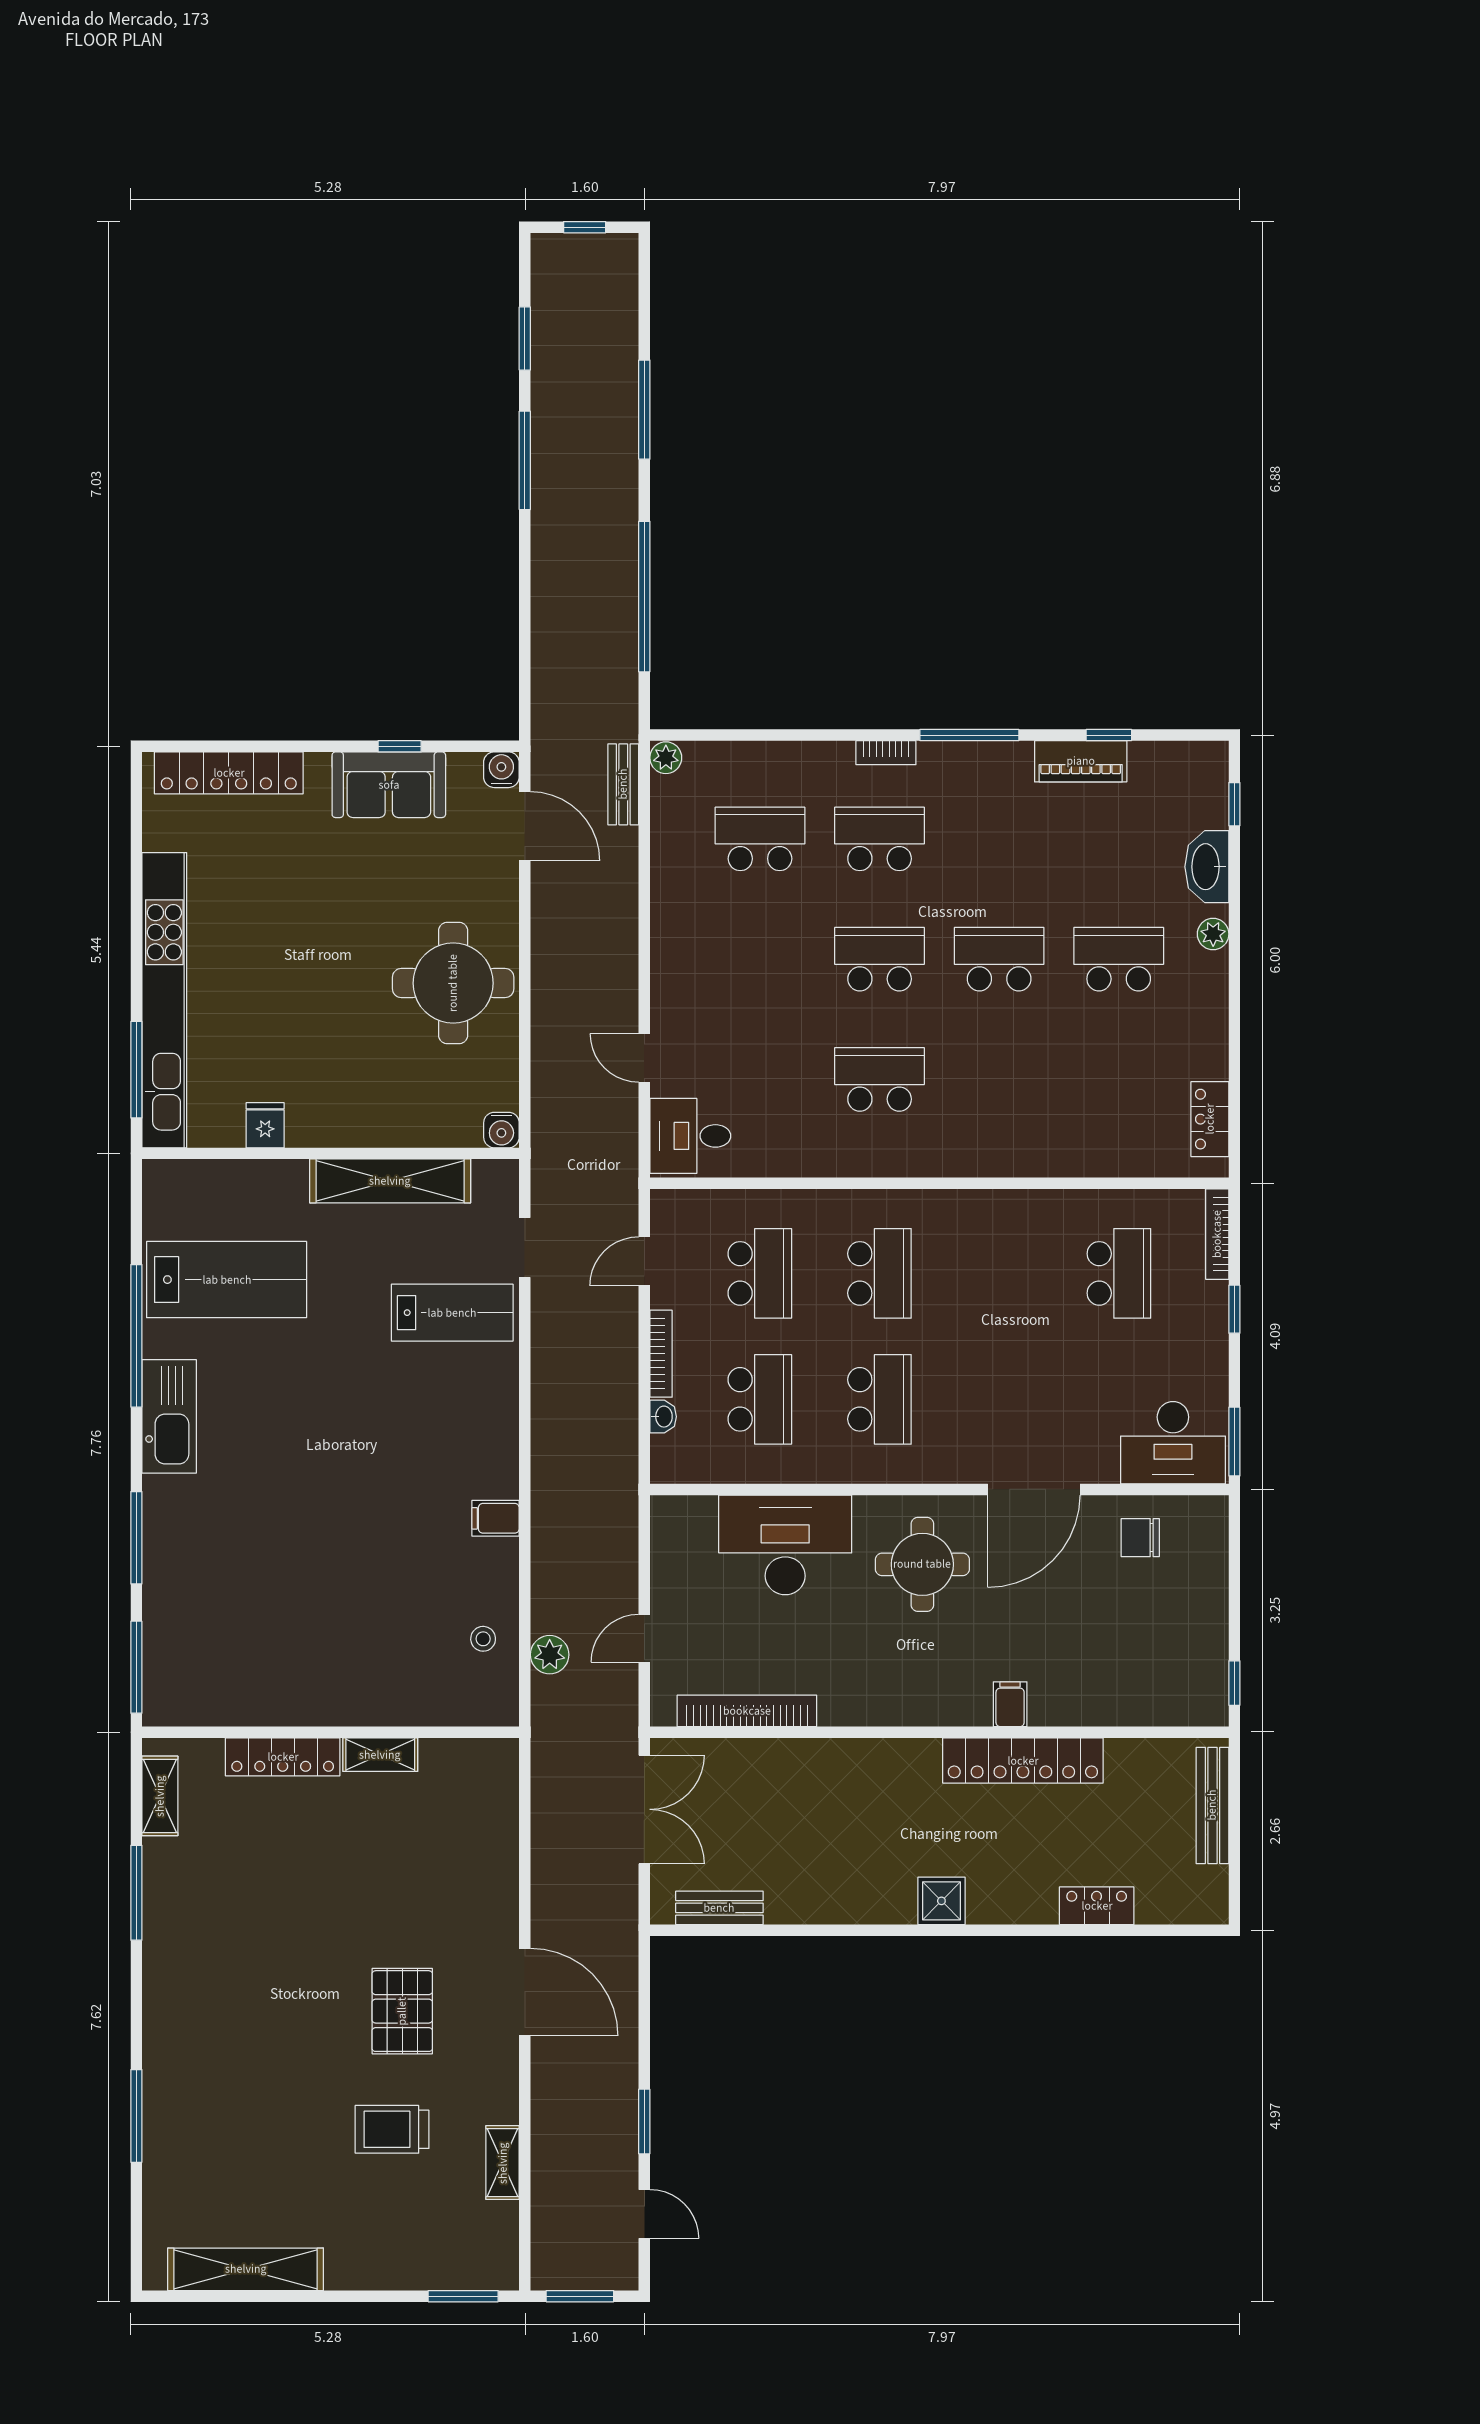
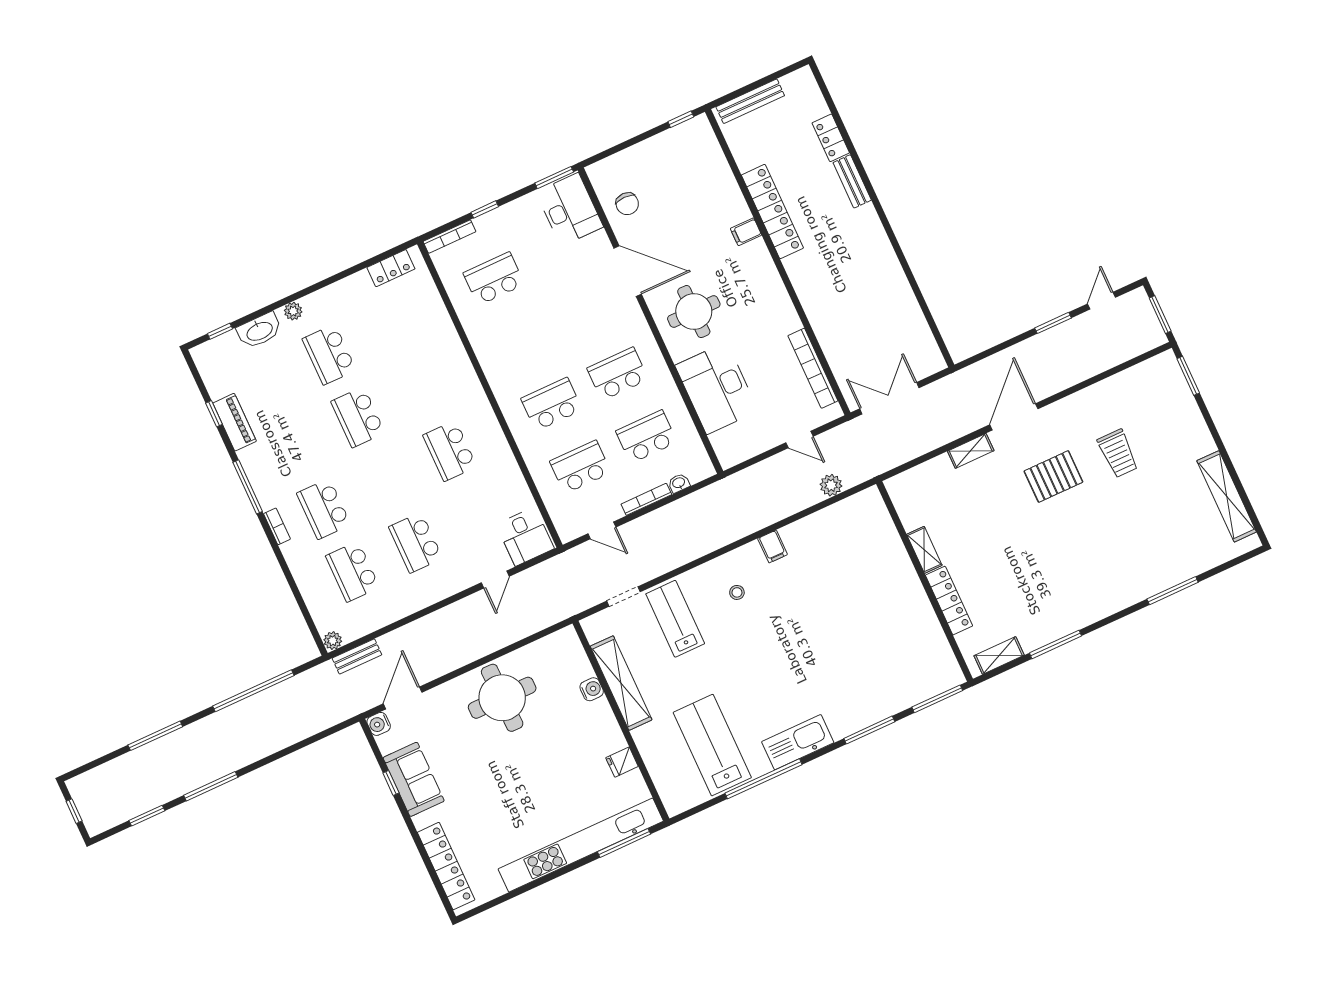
school desk: (880, 959) -> (416, 543), moved
water cooler: (501, 1130) -> (592, 689), moved
stool: (483, 1639) -> (737, 592), moved
shower: (941, 1901) -> (866, 220), removed
bench: (719, 1908) -> (852, 181), moved
shelving: (503, 2163) -> (971, 451), moved

